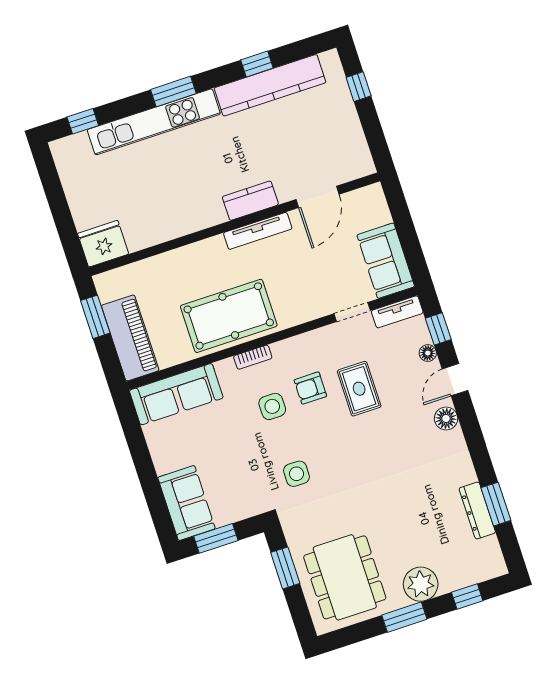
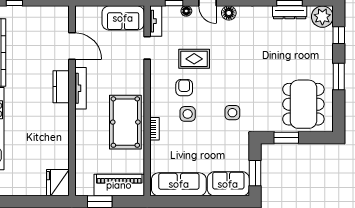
bookcase: (253, 357) -> (155, 129), moved
armchair: (310, 388) -> (184, 88), turned 180
sofa: (176, 394) -> (179, 184), moved, turned -90
dining table: (345, 577) -> (303, 104), turned 90
plant: (421, 584) -> (322, 17), moved

